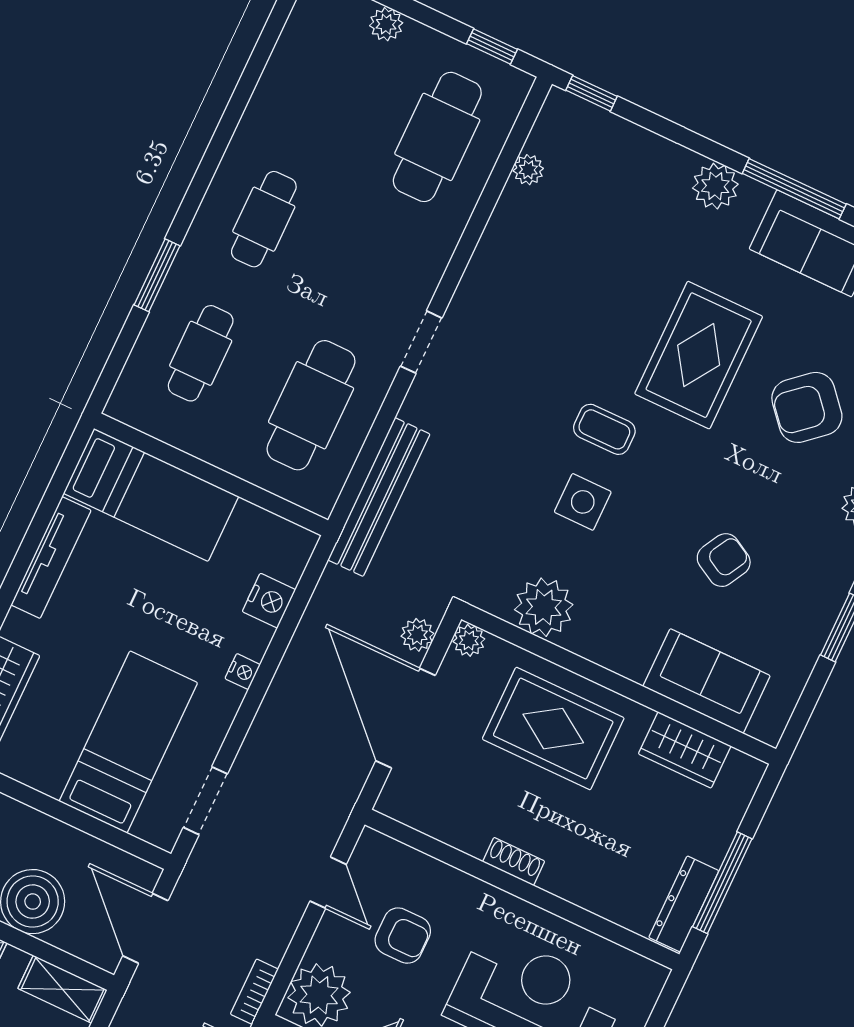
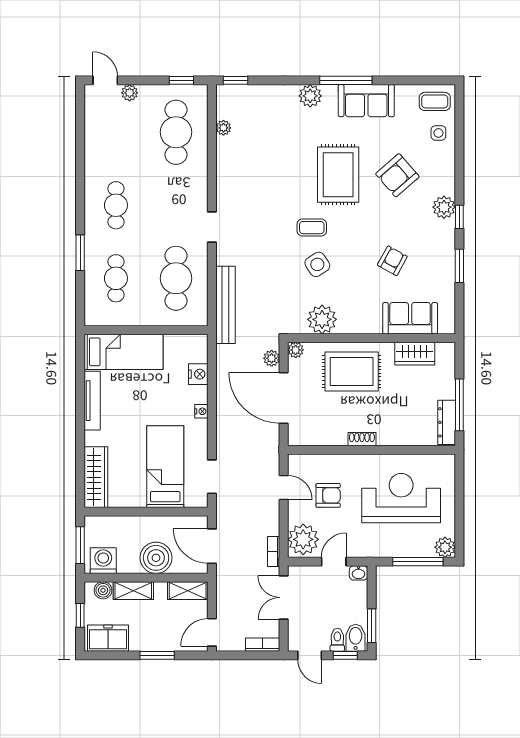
side table: (583, 502) -> (317, 264), turned -33

